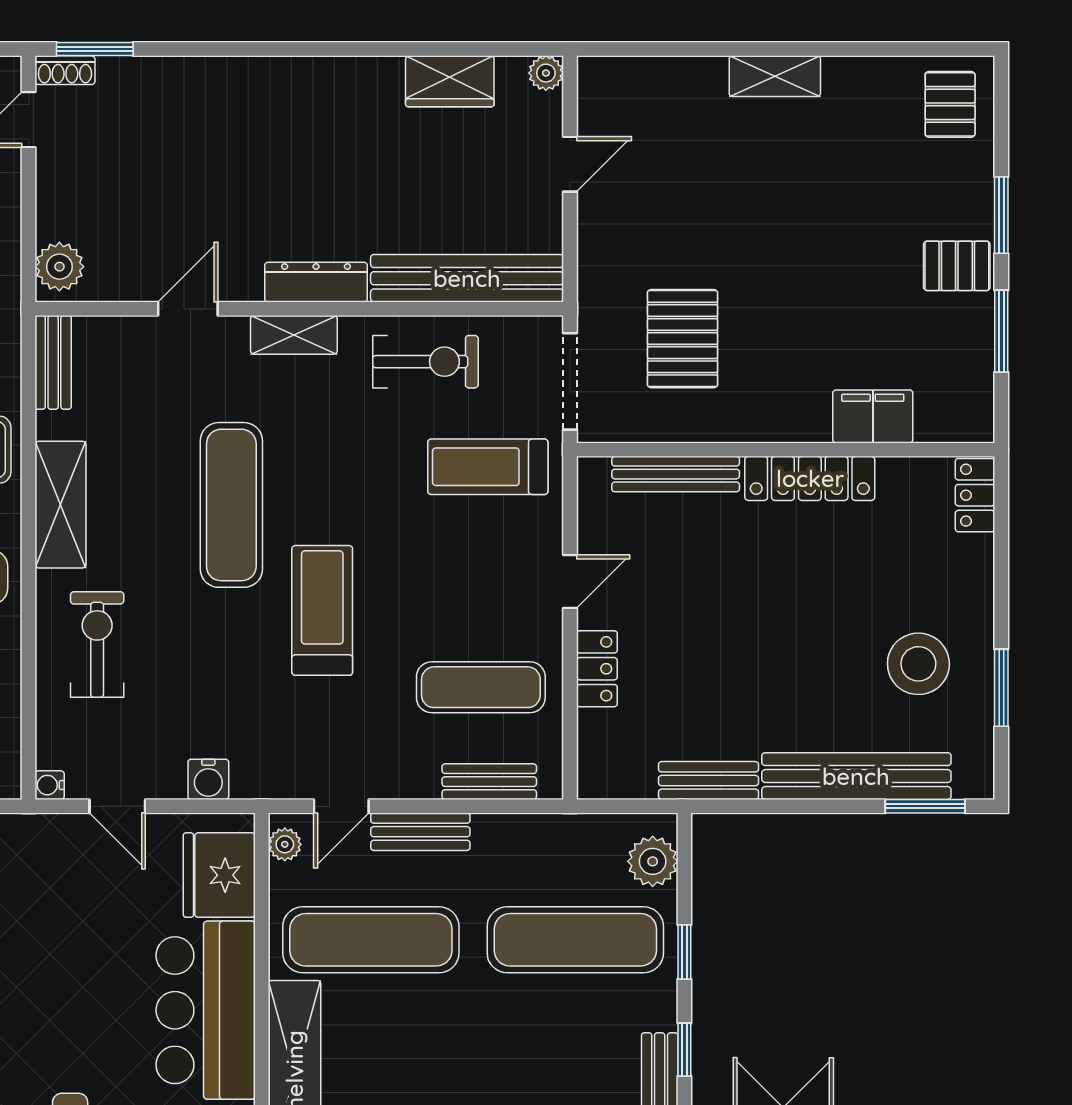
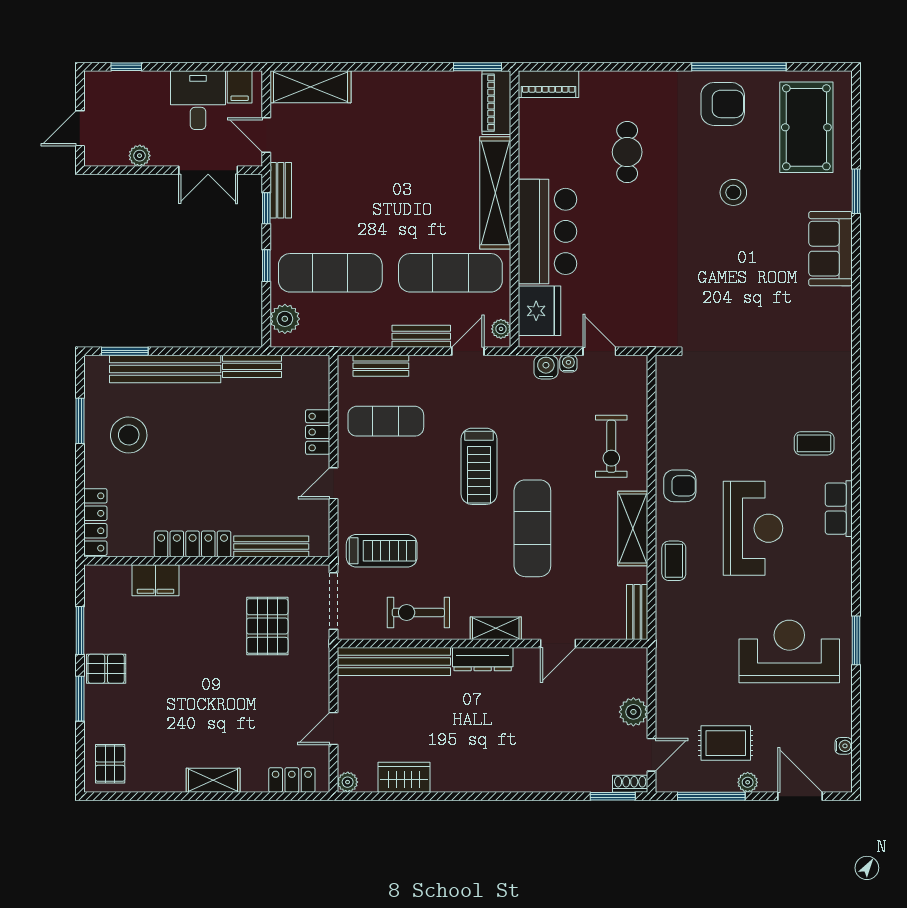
locker: (641, 77) -> (292, 780), added
plant: (59, 267) -> (633, 712), moved
locker: (975, 495) -> (95, 522), width x1.53
water cooler: (50, 785) -> (568, 364), moved, turned -90

